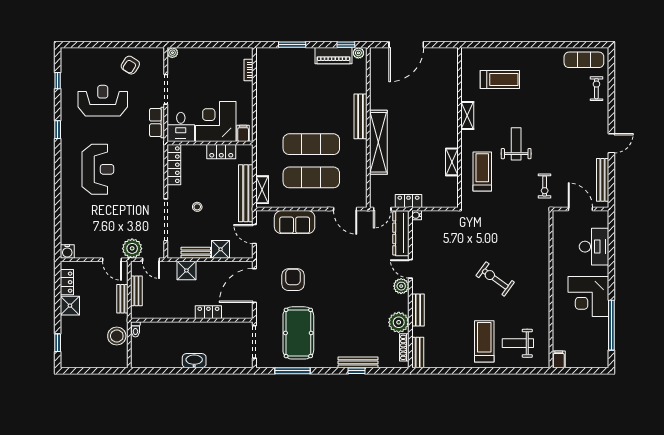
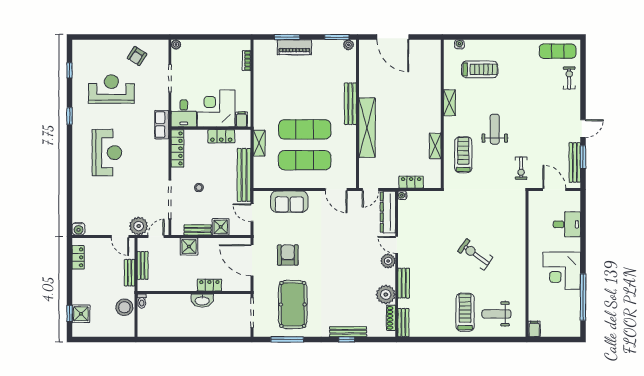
window: (346, 45) -> (337, 37), width x1.50
door: (406, 45) -> (393, 37), hinge flipped
water cooler: (478, 52) -> (459, 44), added
piano: (333, 56) -> (294, 47), moved
row of seats: (157, 122) -> (162, 125), moved
window: (611, 174) -> (583, 157), added
shelving: (262, 190) -> (259, 143), moved
locker: (408, 201) -> (411, 182), moved
desk: (594, 247) -> (567, 224), width x0.73
door: (151, 260) -> (156, 236), swing flipped
door: (254, 285) -> (252, 260), hinge flipped
shower: (70, 306) -> (81, 314), moved
washbasin: (194, 361) -> (202, 301), moved, turned 180

